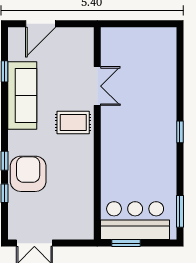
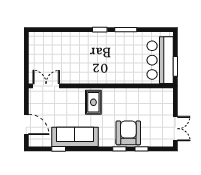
double door: (97, 86) -> (46, 86), moved
armchair: (28, 174) -> (128, 133), turned 90
window: (180, 211) -> (126, 30), moved

